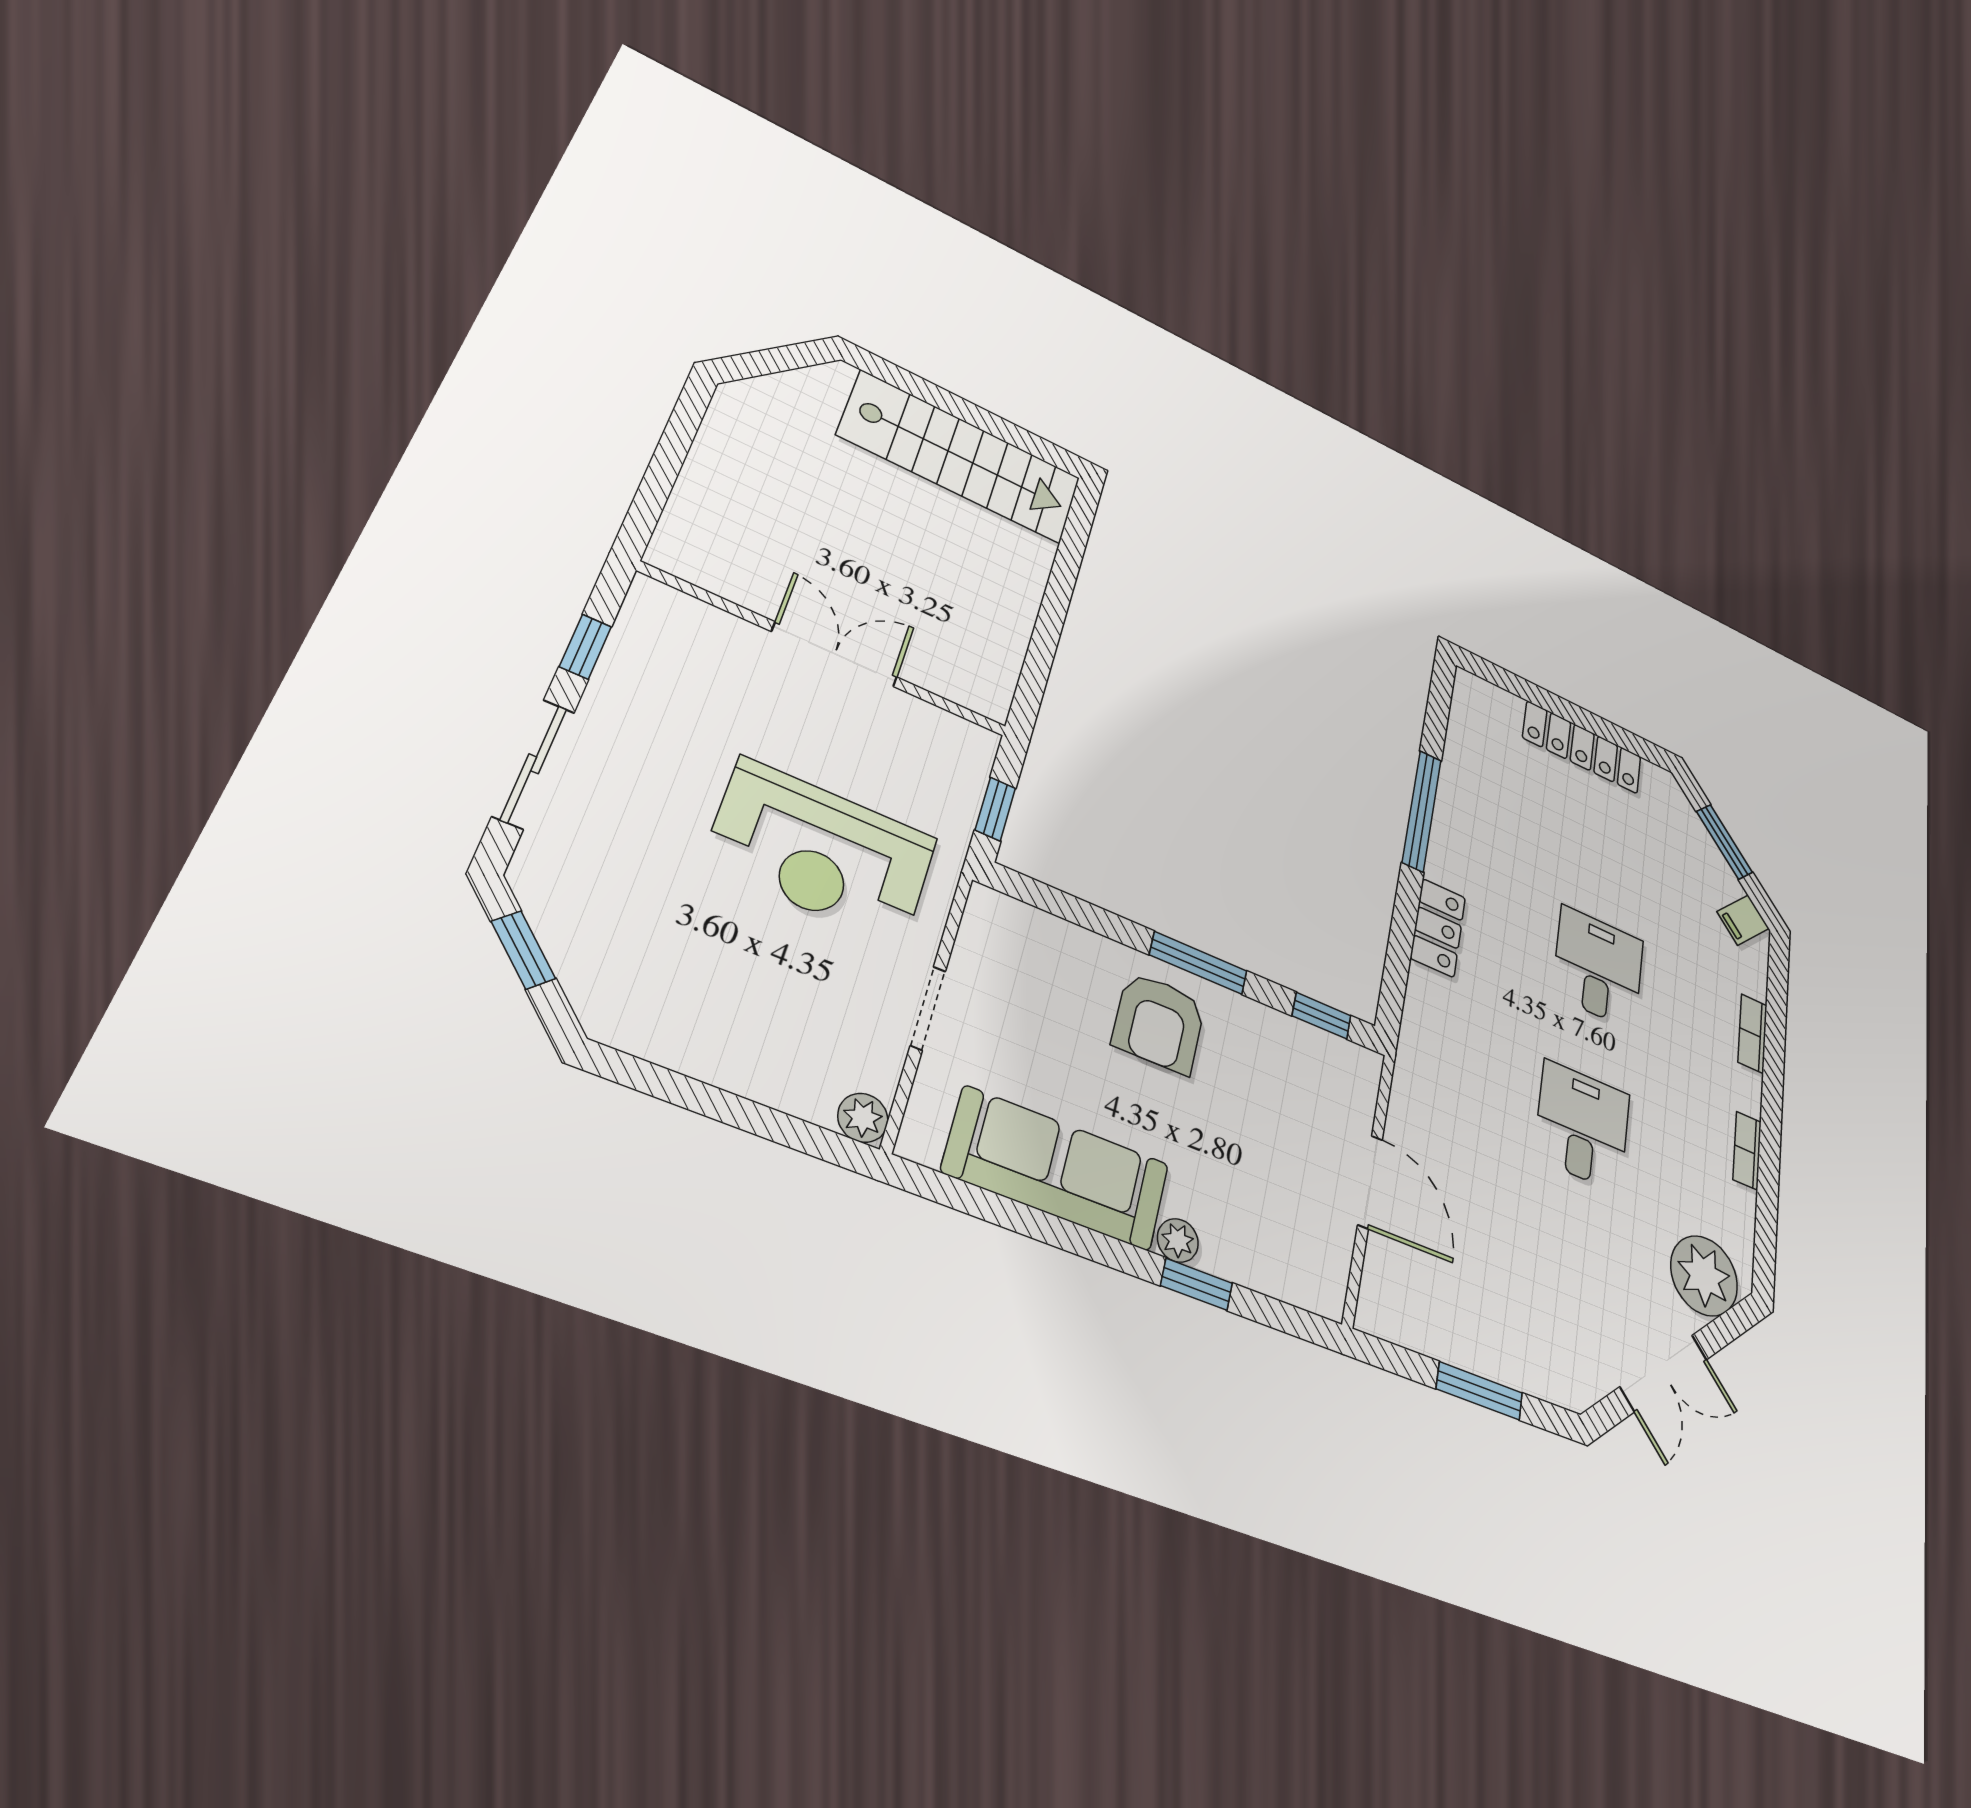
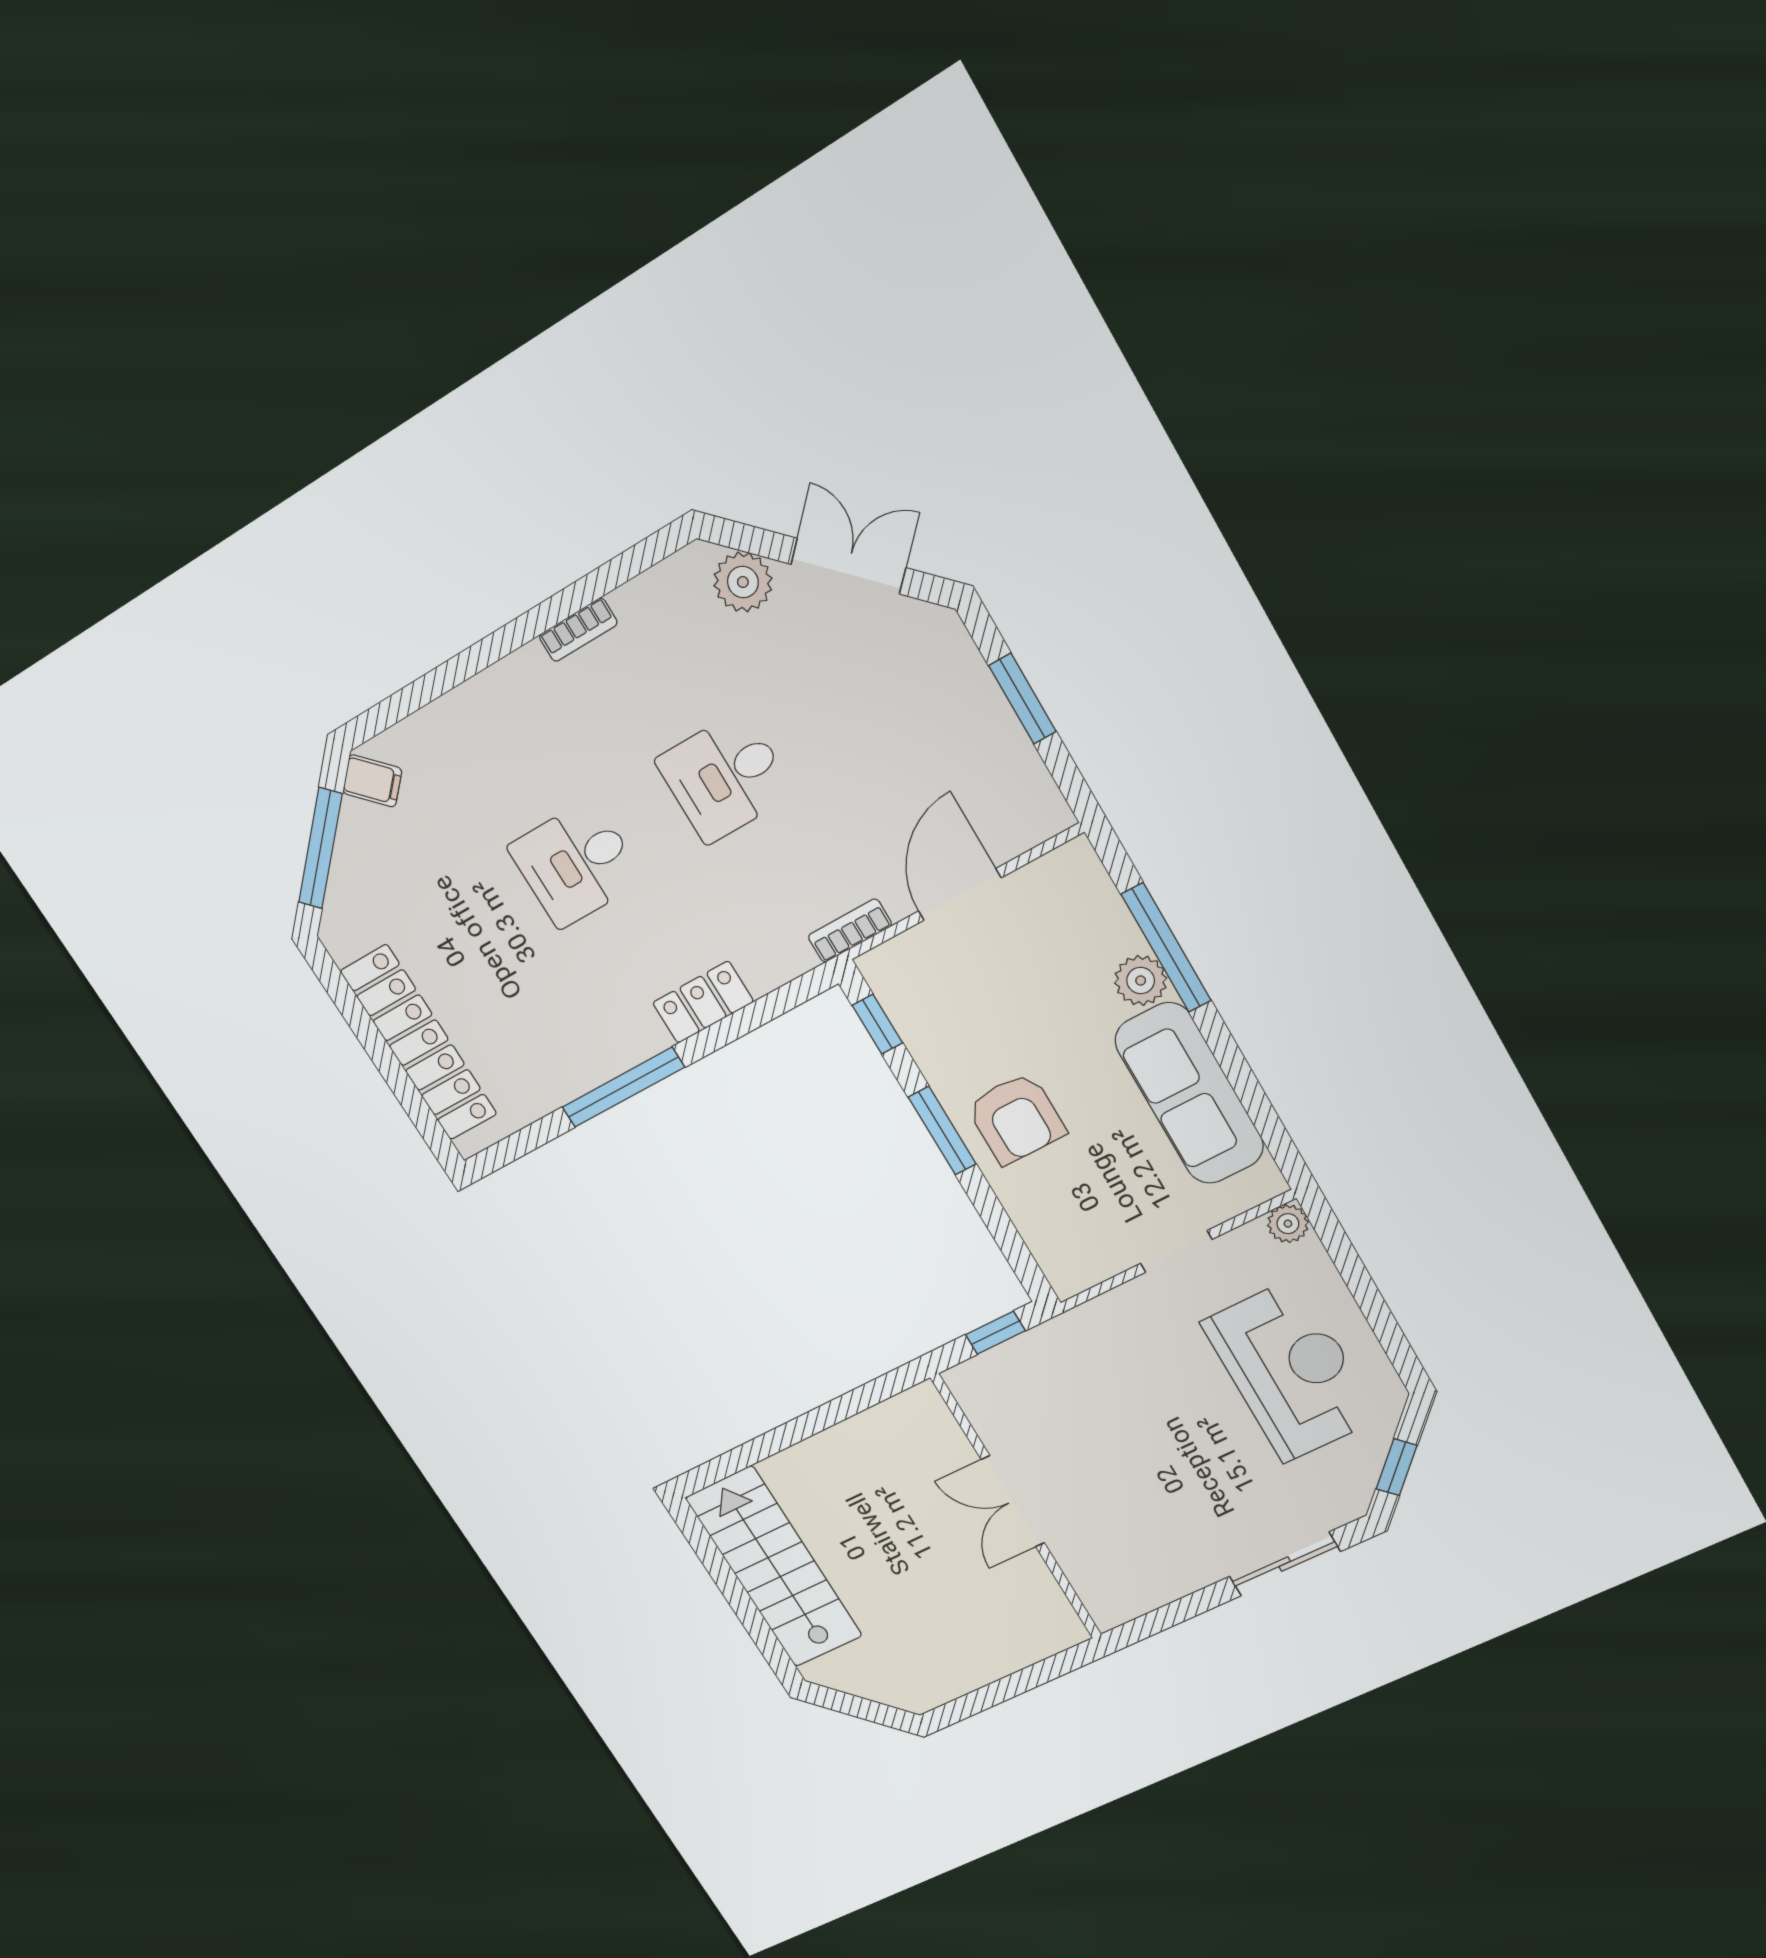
window: (585, 647) -> (1182, 1610), removed
locker: (1582, 747) -> (419, 1043), width x1.41, depth x1.21
window: (1724, 842) -> (320, 848), width x1.44
reception desk: (821, 851) -> (1290, 1370), moved
armchair: (1159, 1023) -> (1016, 1118), turned 90
bookcase: (1752, 1034) -> (850, 931), moved, turned 180
plant: (1178, 1240) -> (1141, 980), width x1.38, depth x1.38
plant: (1704, 1276) -> (743, 582), width x0.73, depth x0.73
window: (1197, 1284) -> (1166, 947), width x2.17

